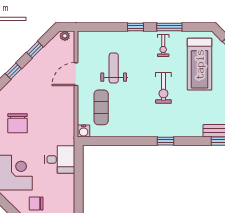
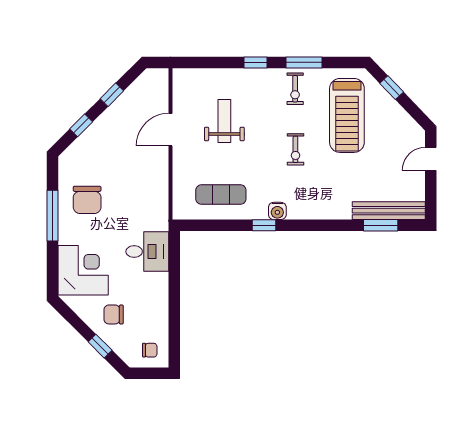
plant: (65, 36) -> (155, 75), removed
exercise bike: (163, 88) -> (295, 149), width x0.73, depth x0.72
exercise mat: (101, 107) -> (221, 194), moved, turned 90
water cooler: (84, 131) -> (277, 211), moved
window: (165, 141) -> (264, 225), moved

